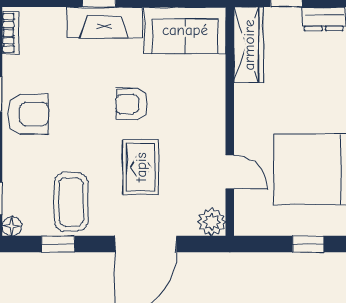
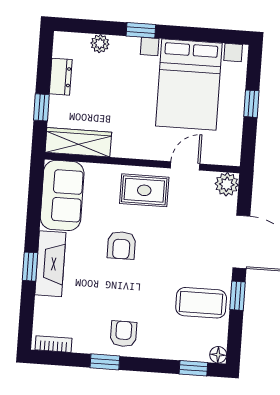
armchair: (28, 114) -> (124, 334), width x0.72, depth x0.72
rug: (141, 167) -> (144, 190), moved
window: (58, 244) -> (238, 296), moved

